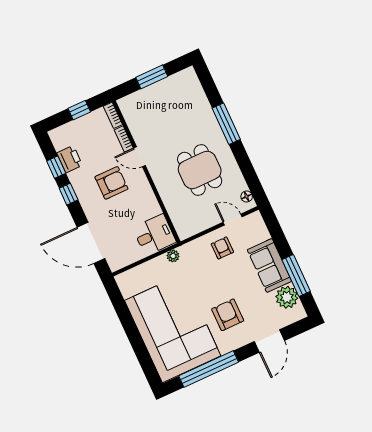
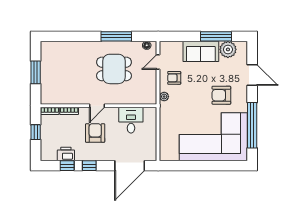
window: (226, 124) -> (116, 36), moved
door: (140, 157) -> (97, 106), moved
desk: (154, 235) -> (131, 120), moved
plant: (173, 256) -> (164, 97), moved

